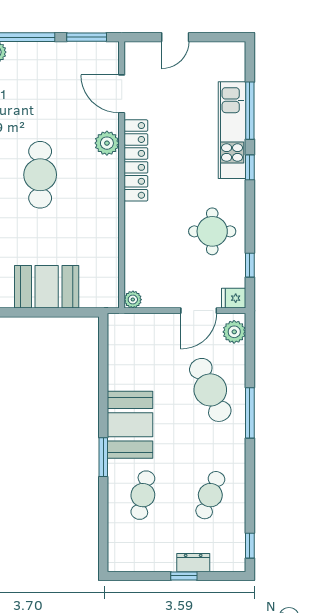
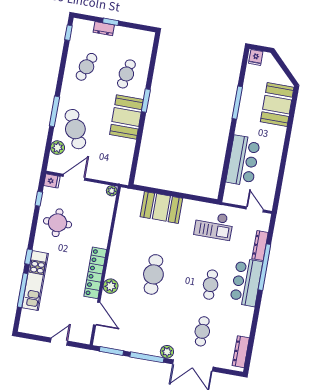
plant: (234, 332) -> (57, 148), moved

